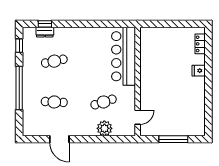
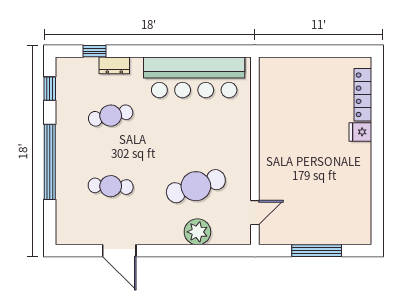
dresser: (45, 32) -> (114, 65), moved
locker: (200, 44) -> (363, 95), width x1.53
bar counter: (124, 56) -> (194, 77), moved, turned -90
cafe table: (104, 102) -> (196, 186), width x1.37, depth x1.35

